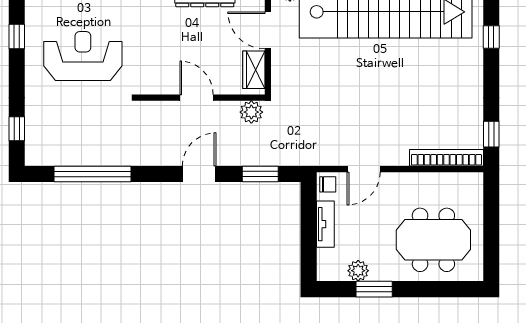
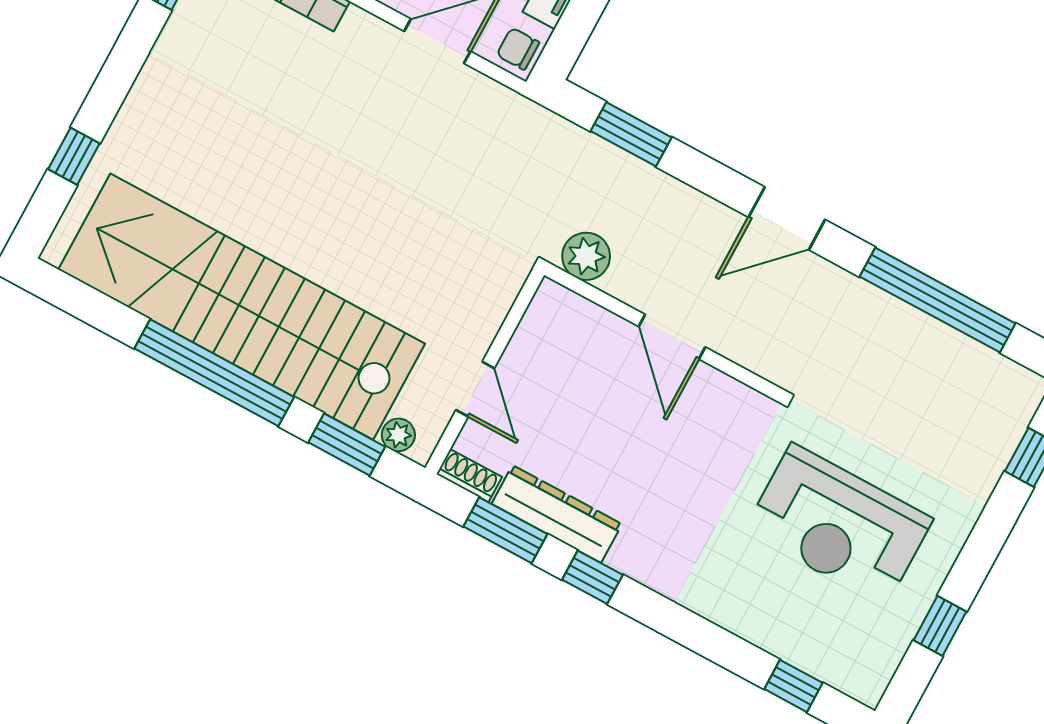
door: (268, 30) -> (475, 389), width x0.73
wardrobe: (254, 70) -> (540, 331), removed
door: (199, 174) -> (787, 218), moved

